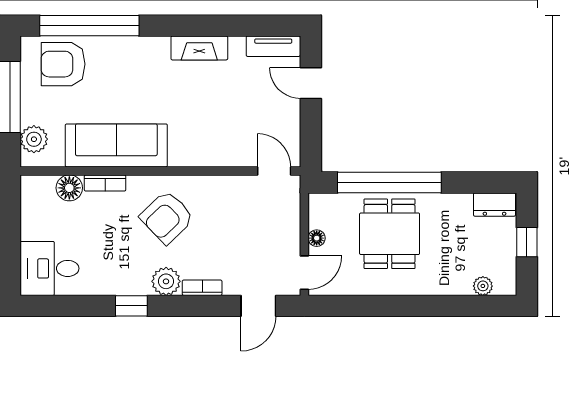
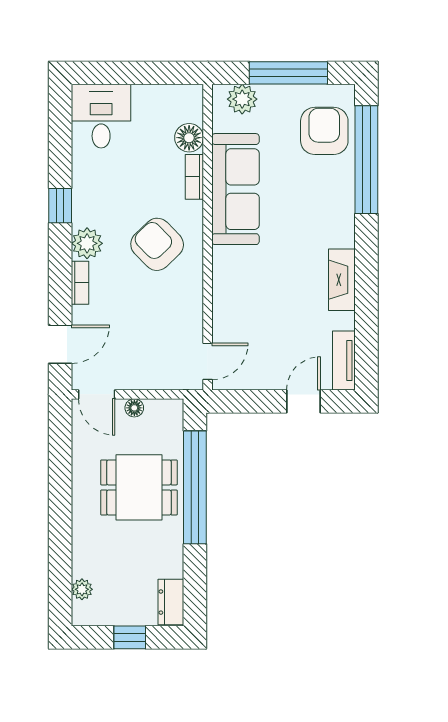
door: (258, 306) -> (60, 344), swing flipped

